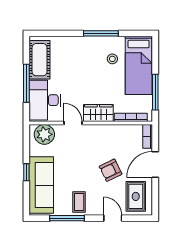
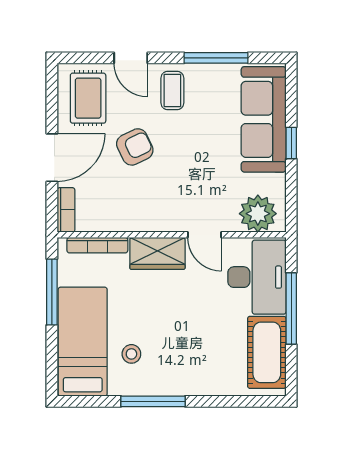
coffee table: (79, 202) -> (172, 90), moved

